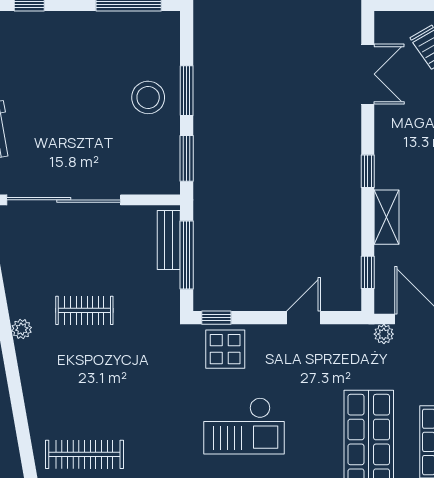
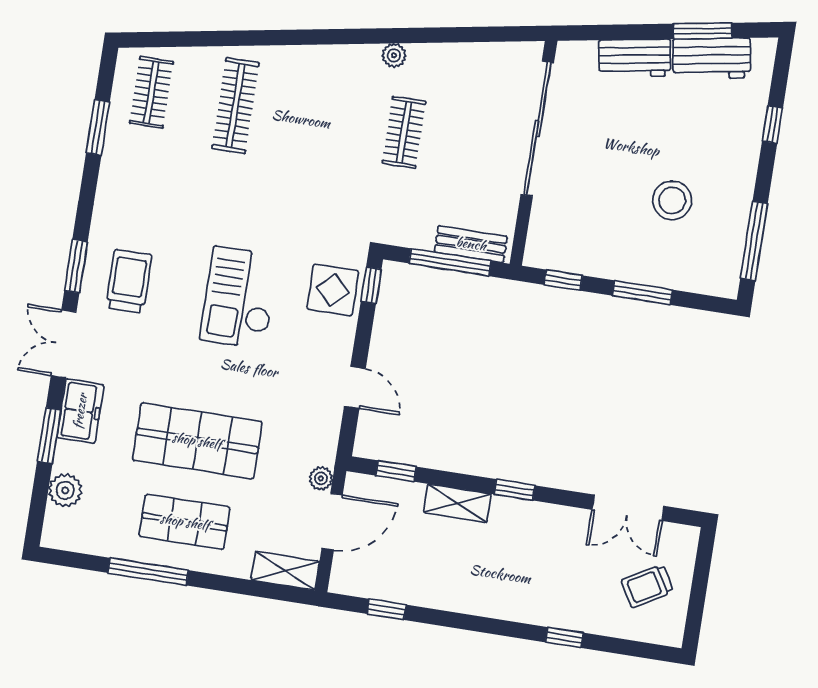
stool: (148, 97) -> (672, 200), moved
window: (187, 158) -> (563, 280), width x0.67

